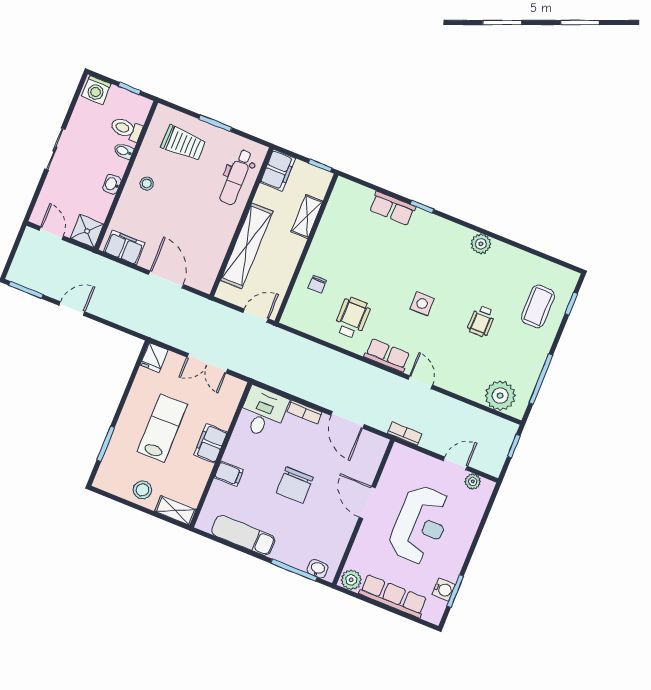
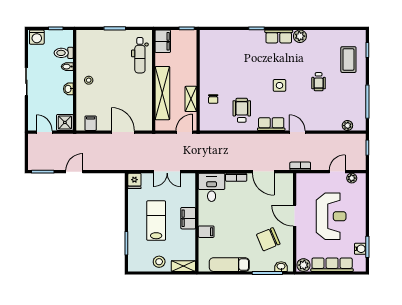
trolley: (183, 143) -> (101, 48), removed
row of seats: (392, 208) -> (279, 36), moved
shelving: (307, 216) -> (191, 99), moved
filing cabinet: (124, 247) -> (91, 123), width x0.50
plant: (500, 396) -> (347, 126), width x0.53, depth x0.53
chair: (295, 485) -> (268, 239), moved, turned 67

